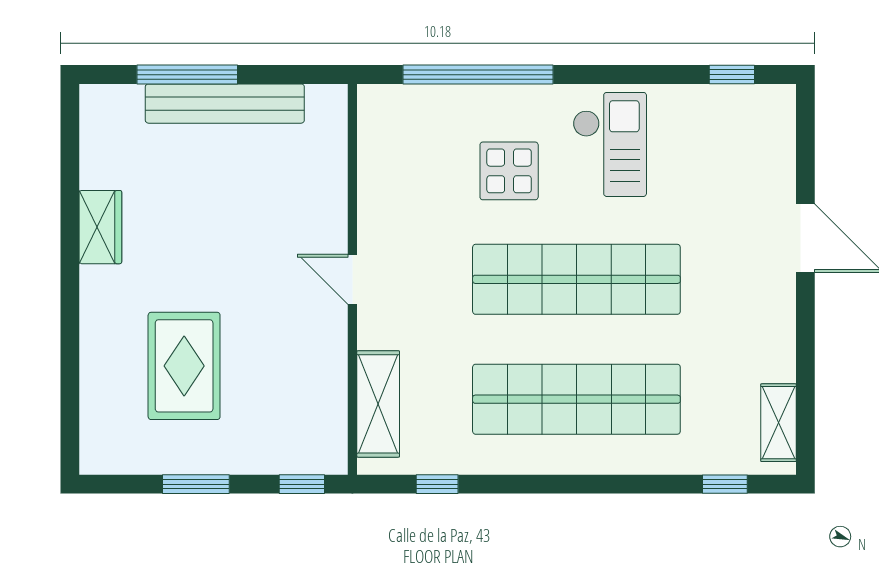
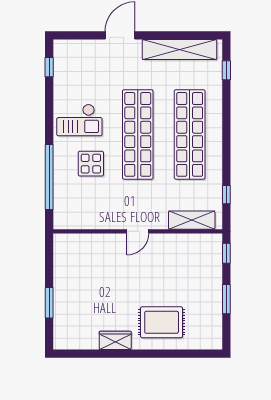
window: (187, 75) -> (49, 303), width x0.69
bench: (225, 104) -> (62, 287), removed
checkout: (610, 144) -> (79, 120), turned 180
rug: (184, 366) -> (162, 322), moved
shelving: (778, 423) -> (180, 50), width x2.20, depth x1.33

